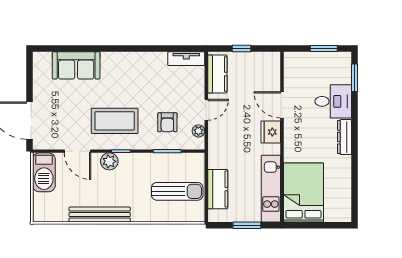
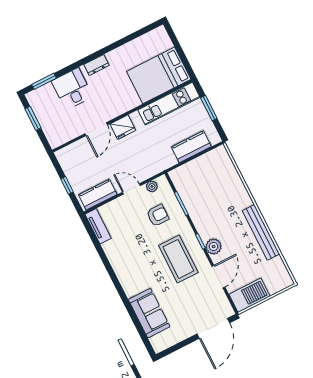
dresser: (345, 137) -> (97, 65), width x0.70
sun lounger: (177, 191) -> (210, 179), removed

